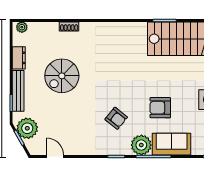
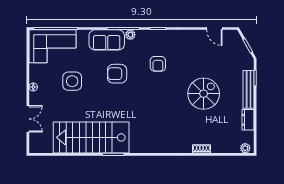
spiral stairs: (62, 76) -> (204, 94), moved
armchair: (160, 108) -> (117, 74), turned 180
armchair: (116, 118) -> (158, 64), turned -129
plant: (27, 128) -> (240, 55), removed
plant: (141, 145) -> (130, 35), width x0.53, depth x0.53

